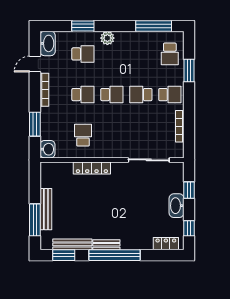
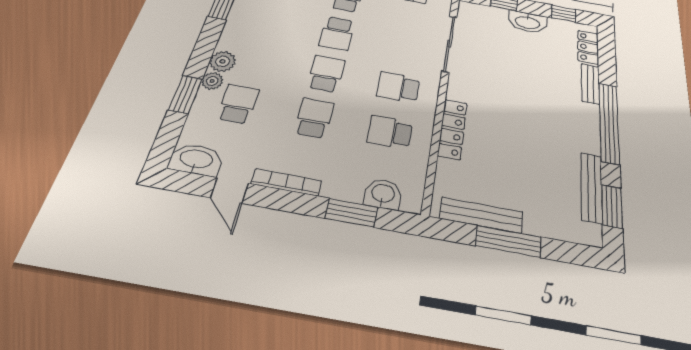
plant: (94, 37) -> (212, 81), added
school desk: (112, 135) -> (398, 87), added
washbasin: (48, 149) -> (383, 194), moved
bench: (46, 209) -> (481, 215), moved
window: (35, 220) -> (508, 241), moved
bench: (106, 245) -> (590, 84), moved

